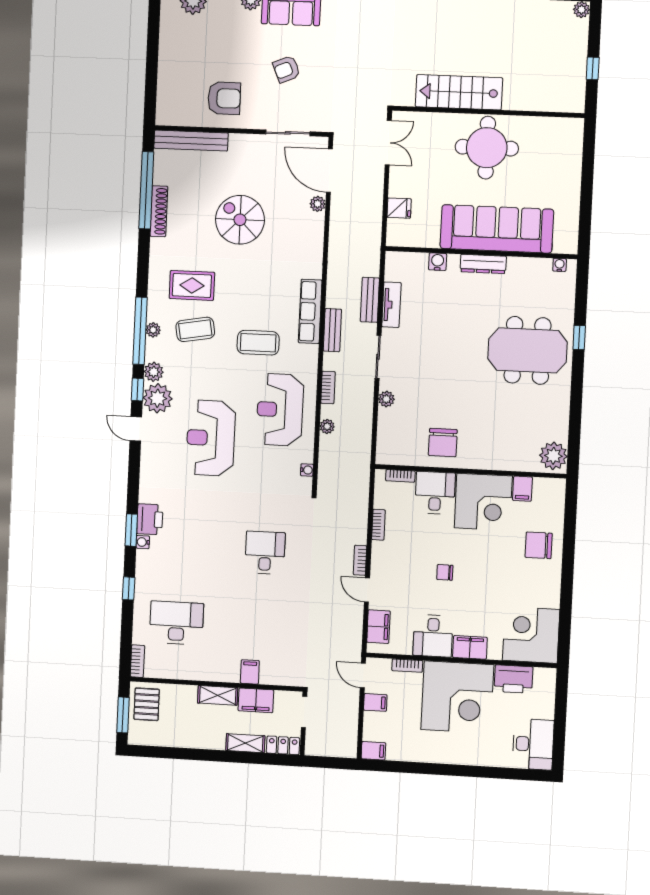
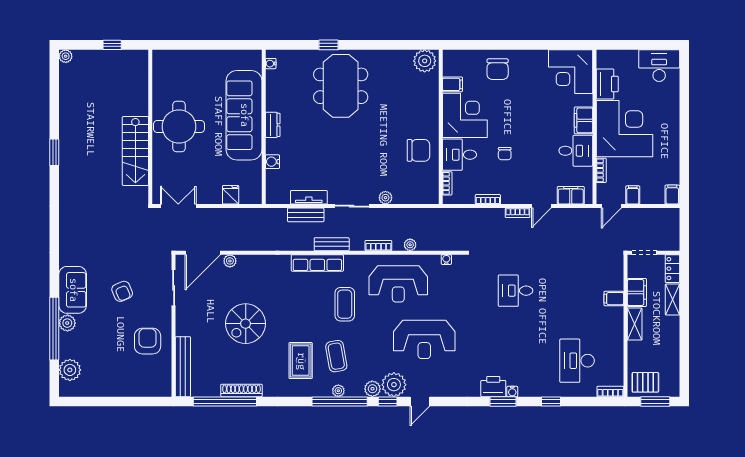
dresser: (483, 264) -> (273, 125), width x0.70
chair: (445, 572) -> (505, 154), moved

